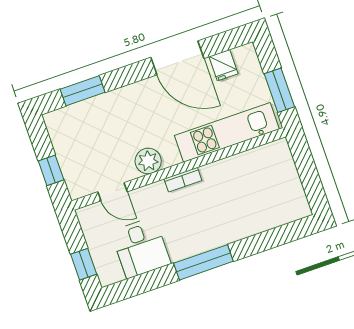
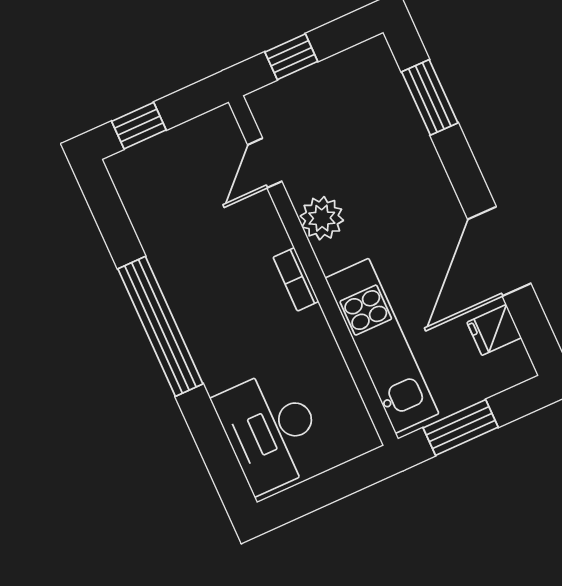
desk: (141, 248) -> (271, 430), moved, width x1.37
window: (203, 262) -> (160, 326), width x1.46

